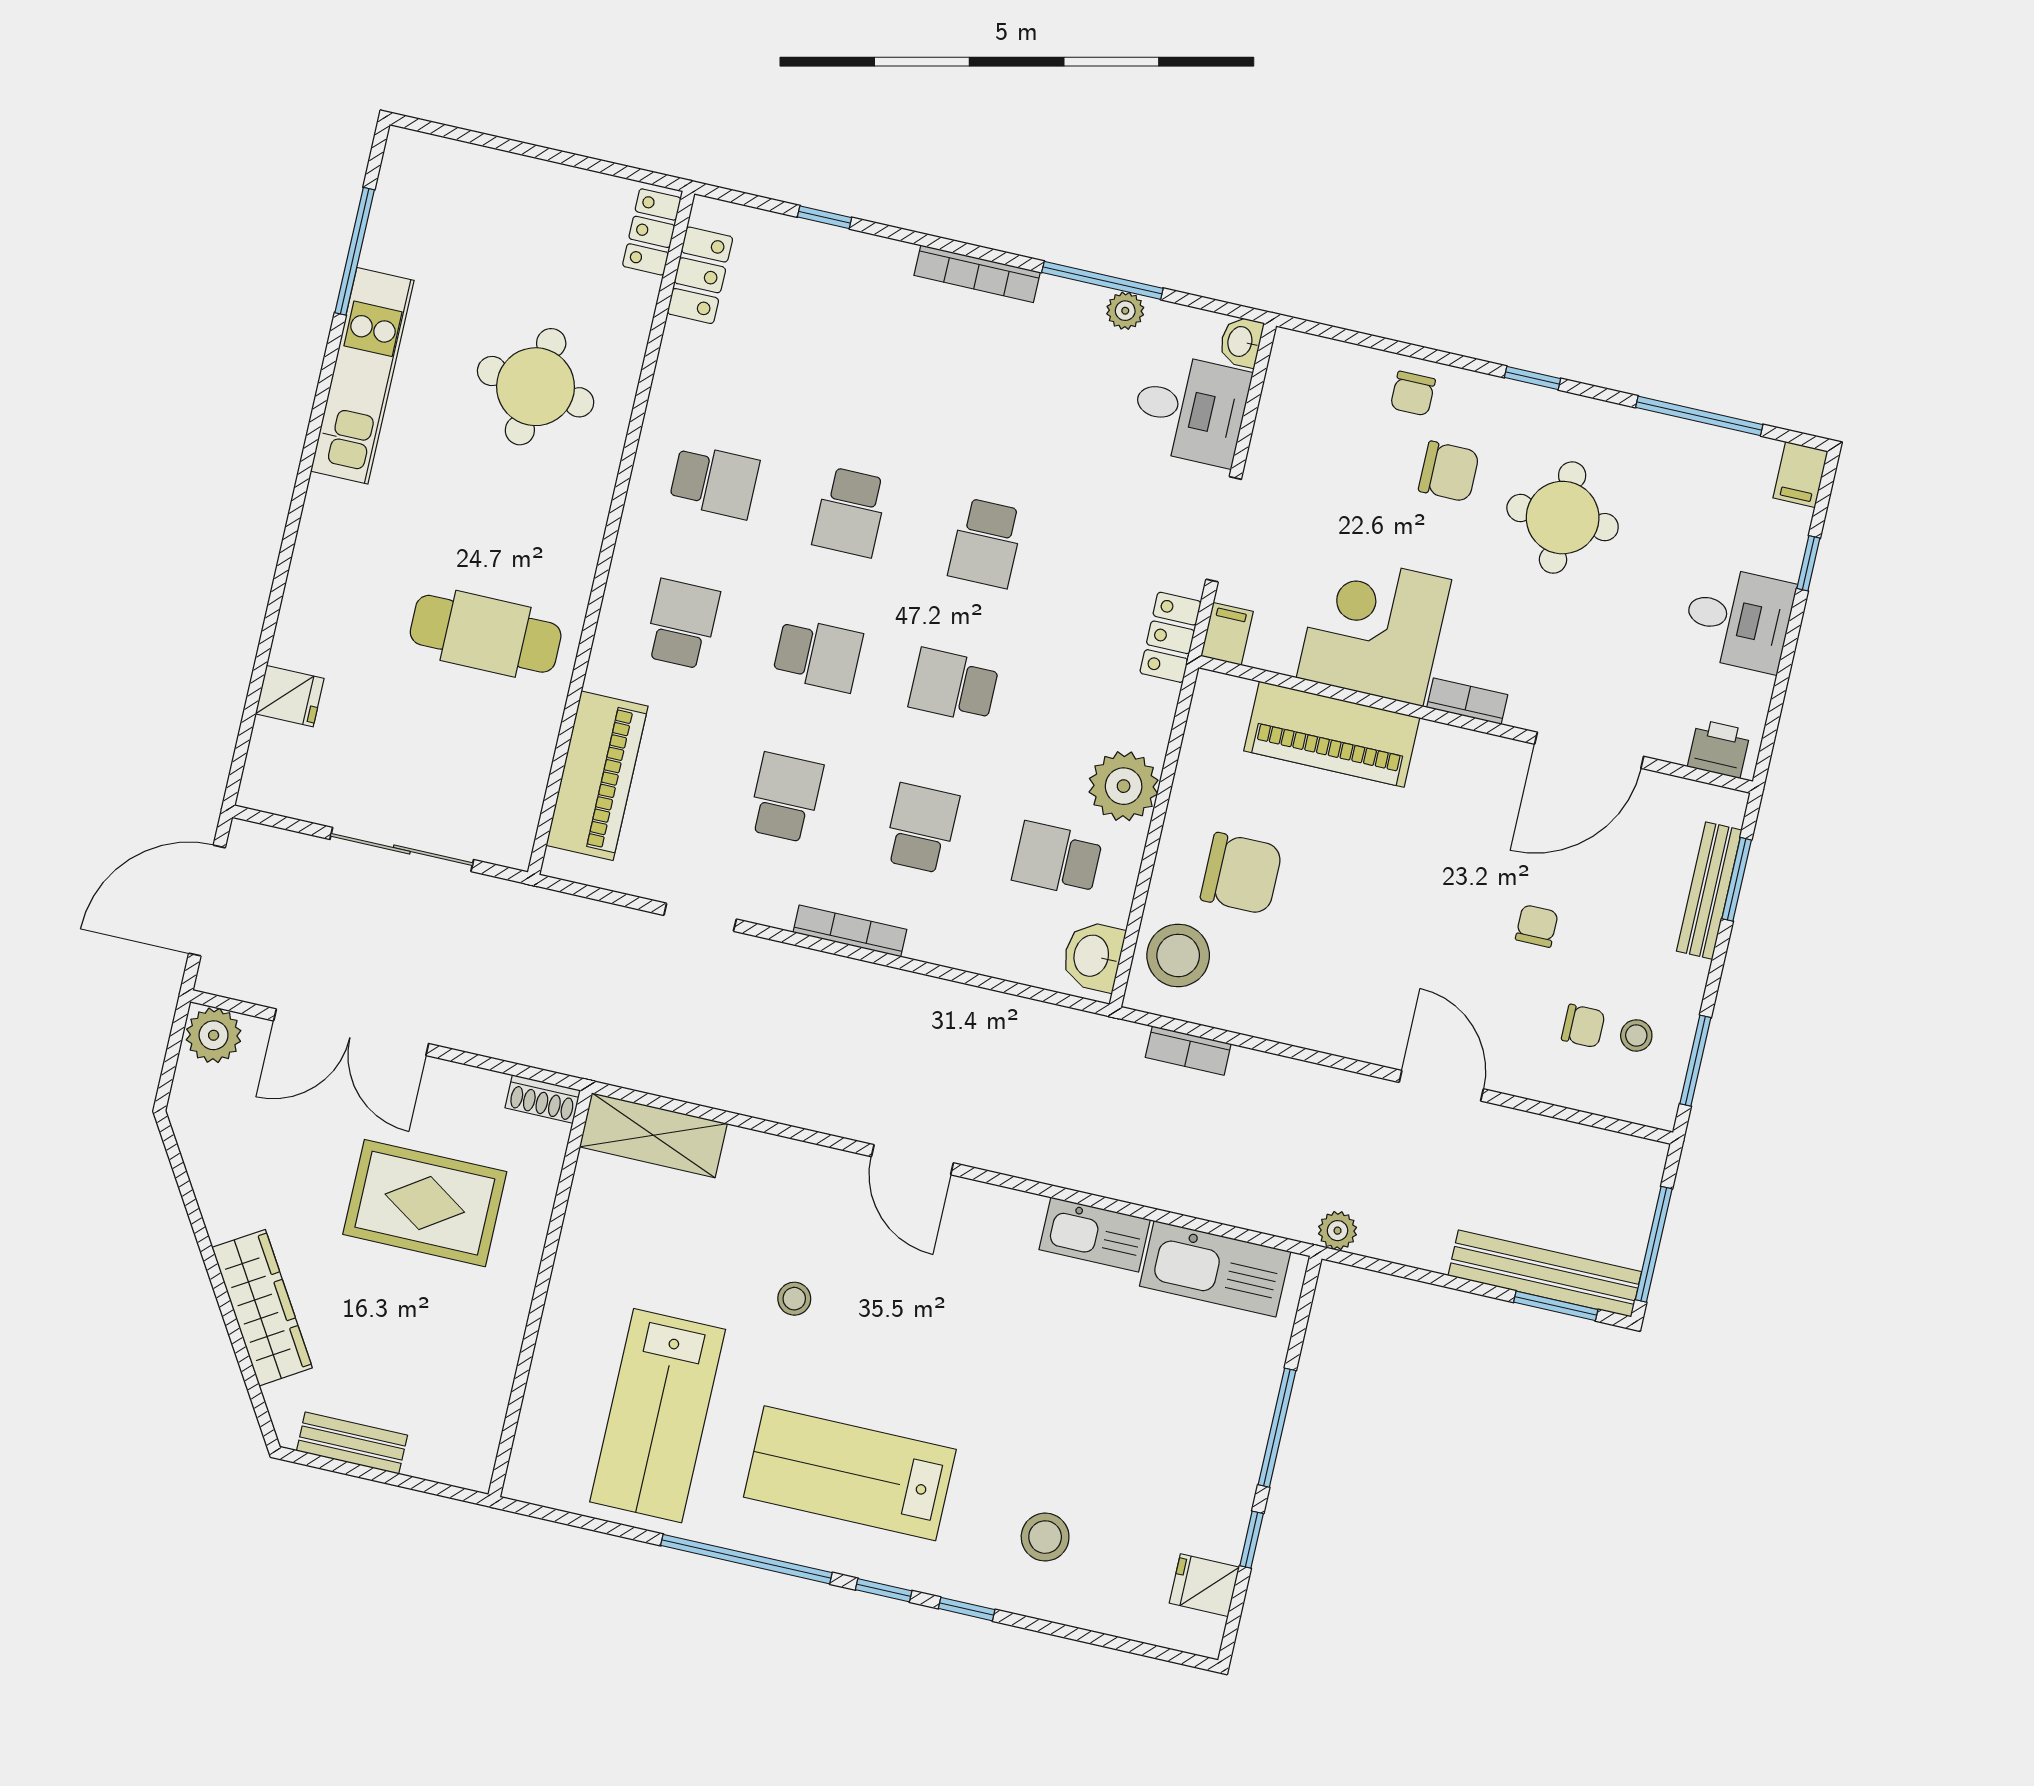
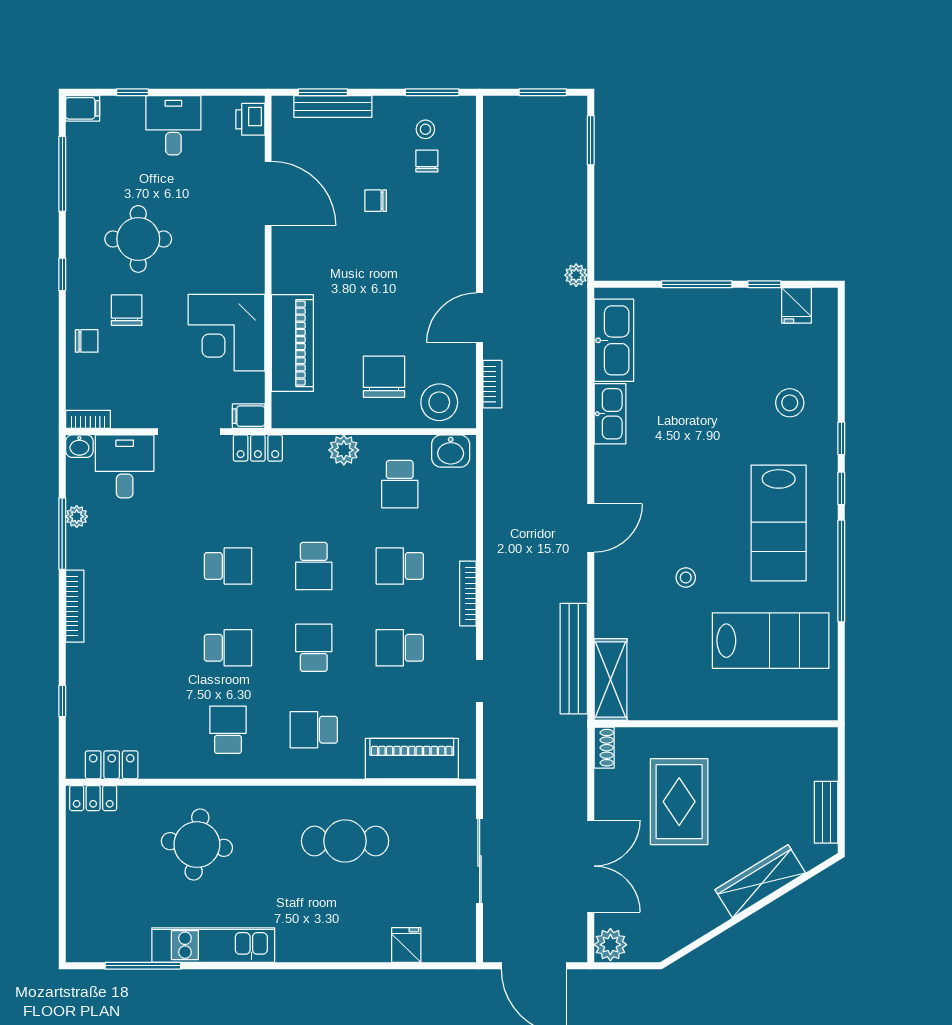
cafe table: (486, 634) -> (345, 841), turned 90
bookcase: (1467, 701) -> (88, 419), moved, turned 90
plant: (1124, 786) -> (344, 450), width x0.73, depth x0.73
door: (1441, 1086) -> (480, 318), moved
window: (1654, 1244) -> (543, 92), width x0.69
bench: (1545, 1274) -> (574, 659), moved

